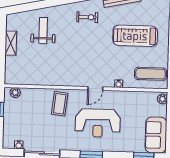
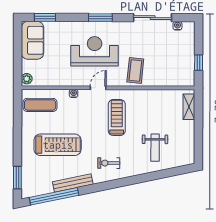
shelving: (11, 43) -> (189, 107), moved
treadmill: (78, 60) -> (117, 118), added
plant: (15, 93) -> (183, 81), removed

